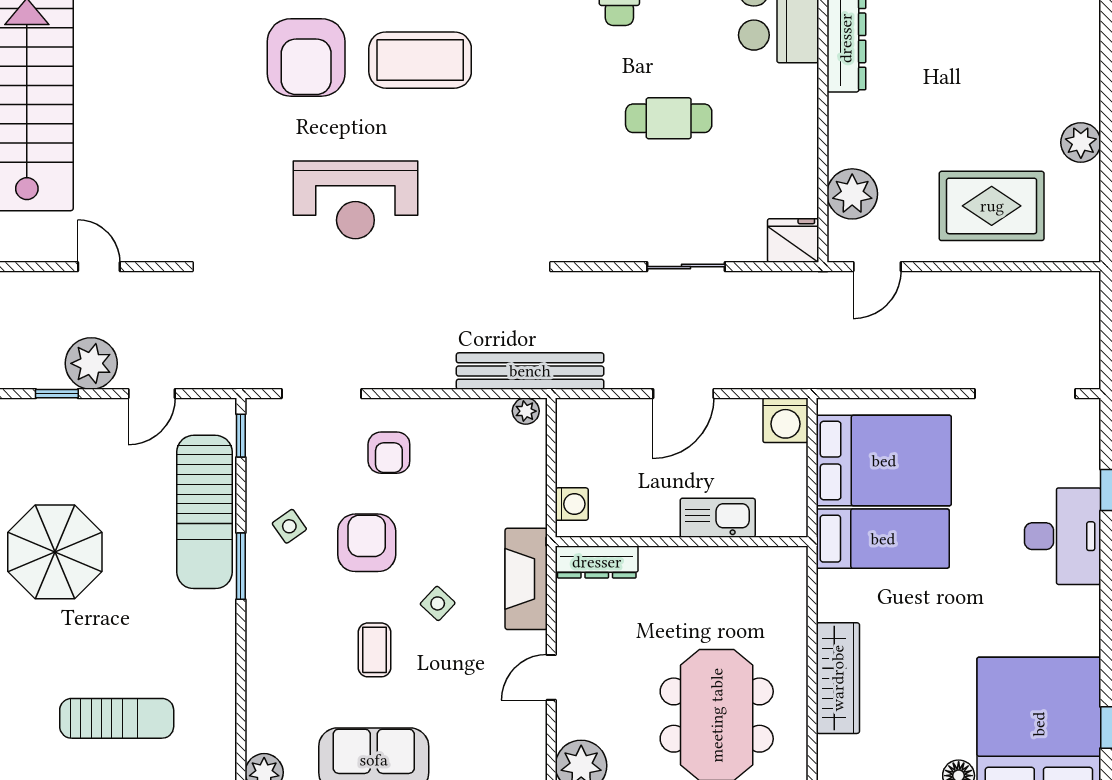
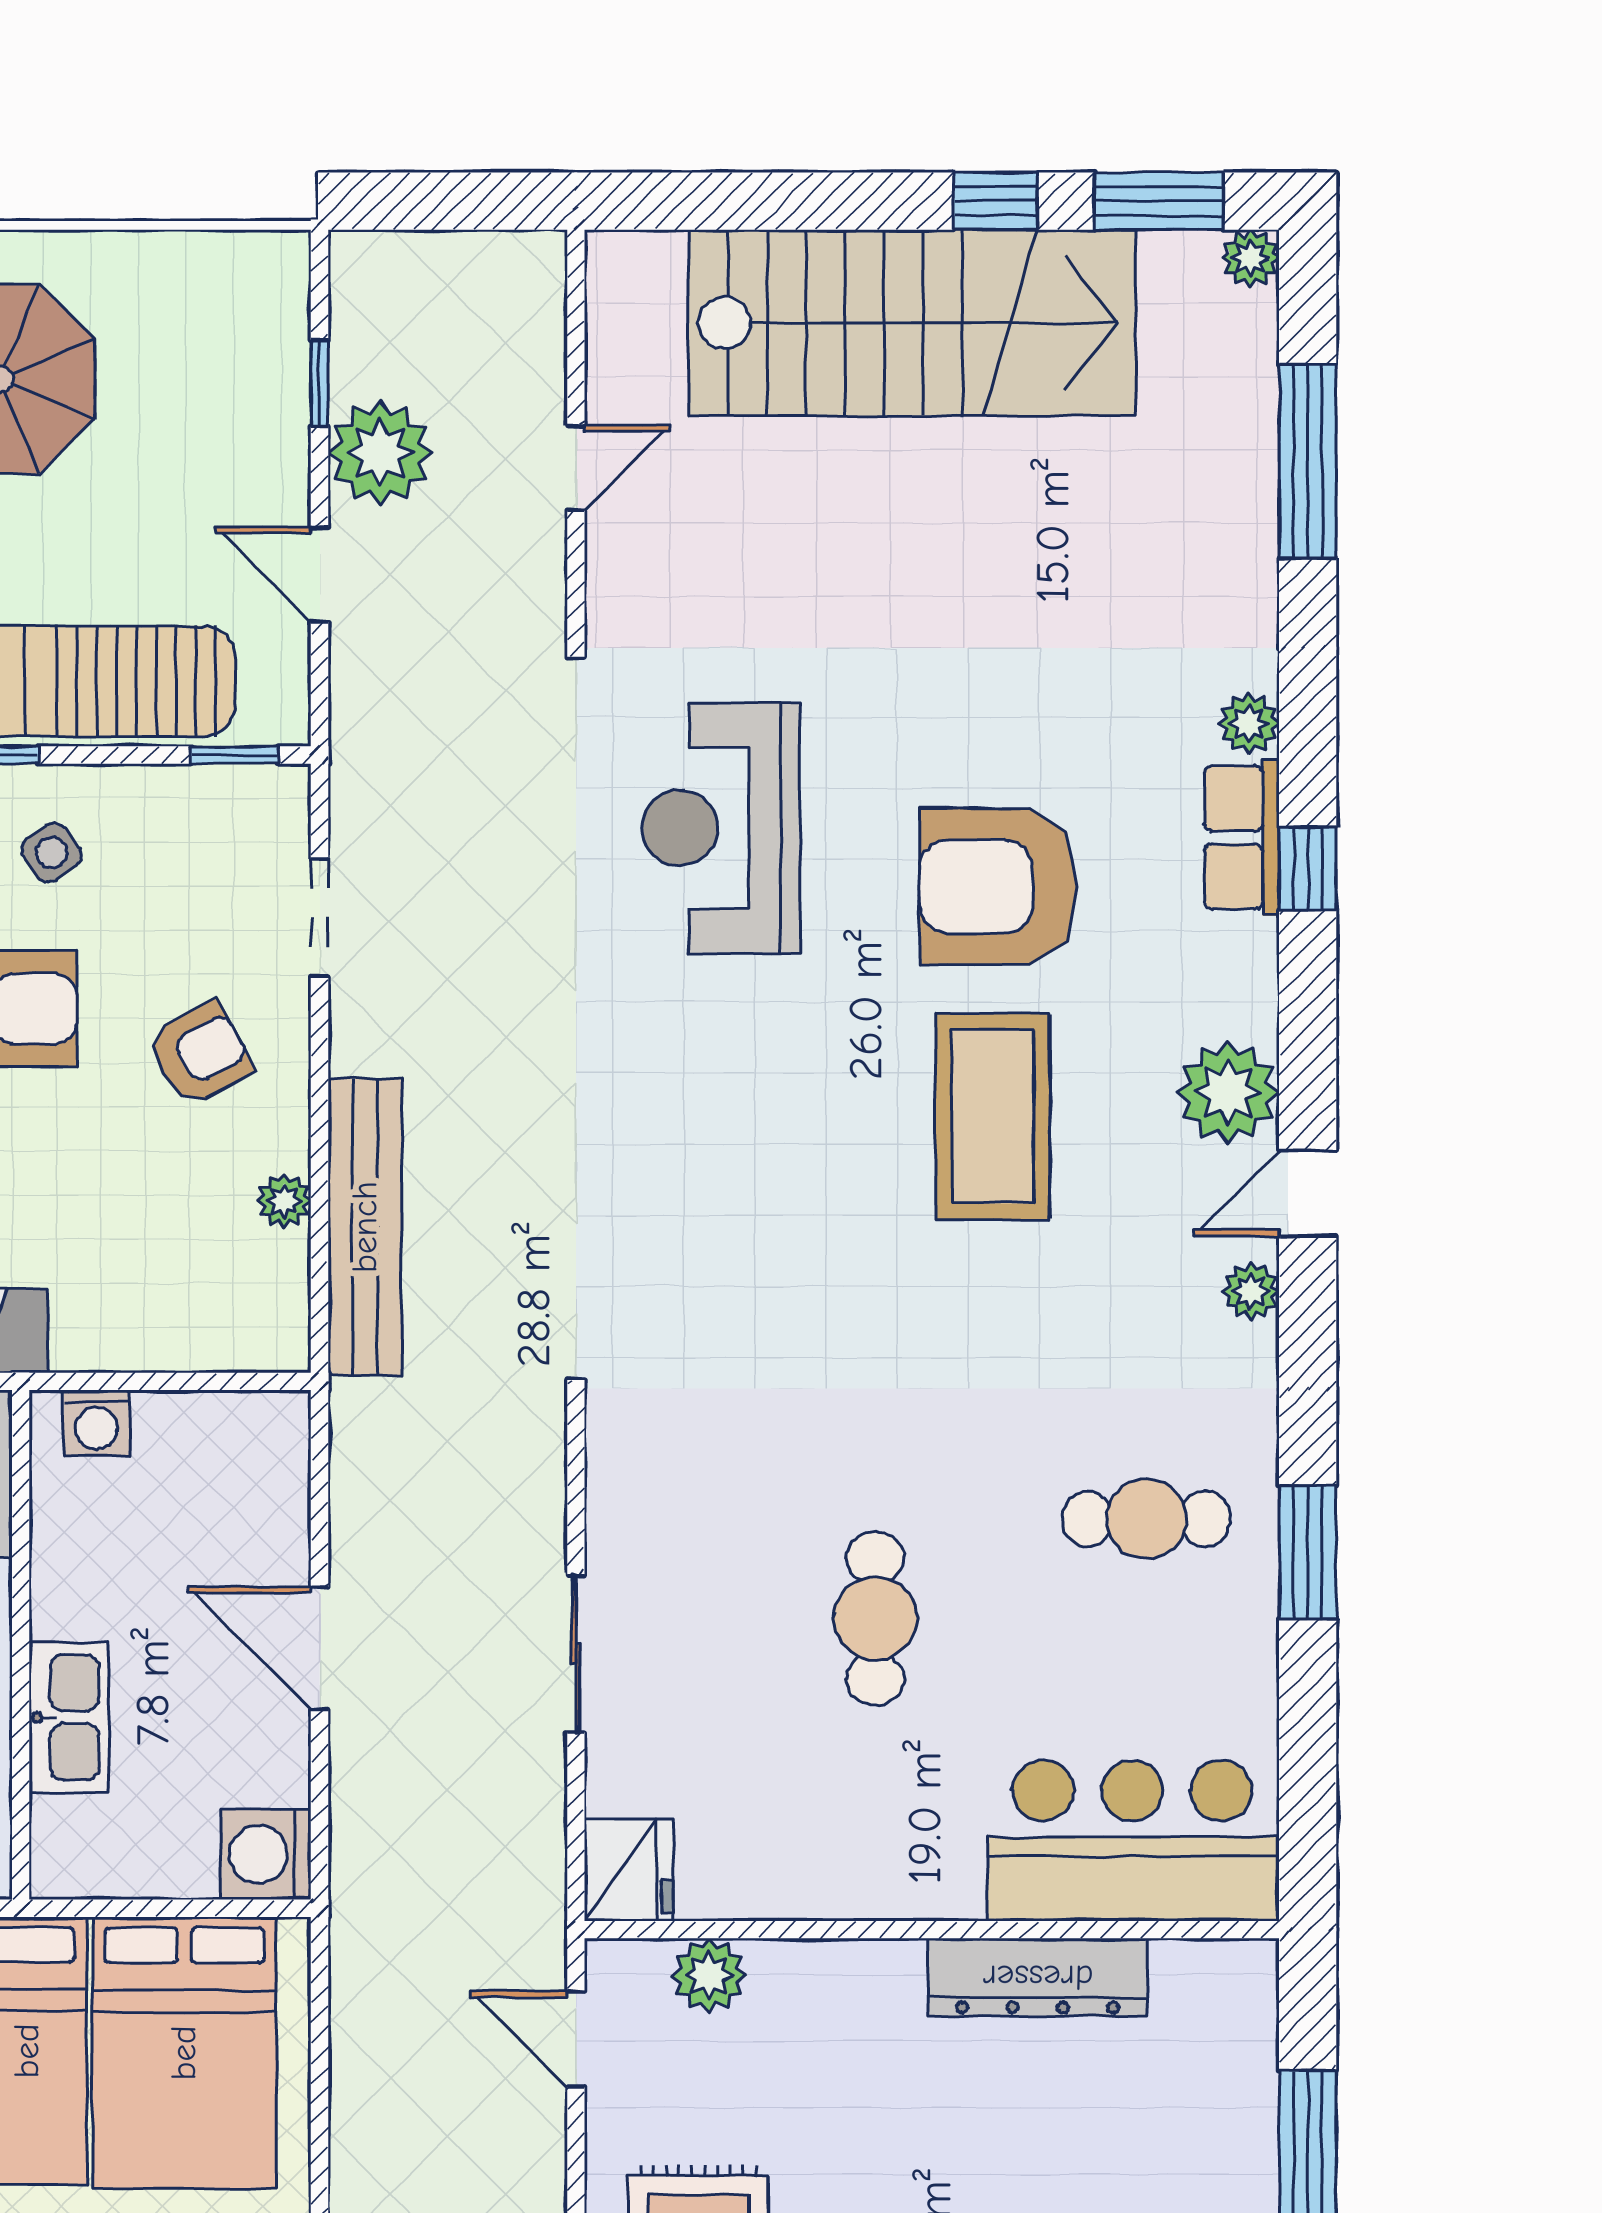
plant: (852, 194) -> (709, 1975), width x0.73, depth x0.73
reception desk: (355, 200) -> (721, 828), moved
bench: (530, 371) -> (365, 1227), moved
doorway: (322, 394) -> (320, 918), width x0.73
plant: (526, 411) -> (284, 1201), moved
armchair: (389, 453) -> (200, 1054), turned 152

